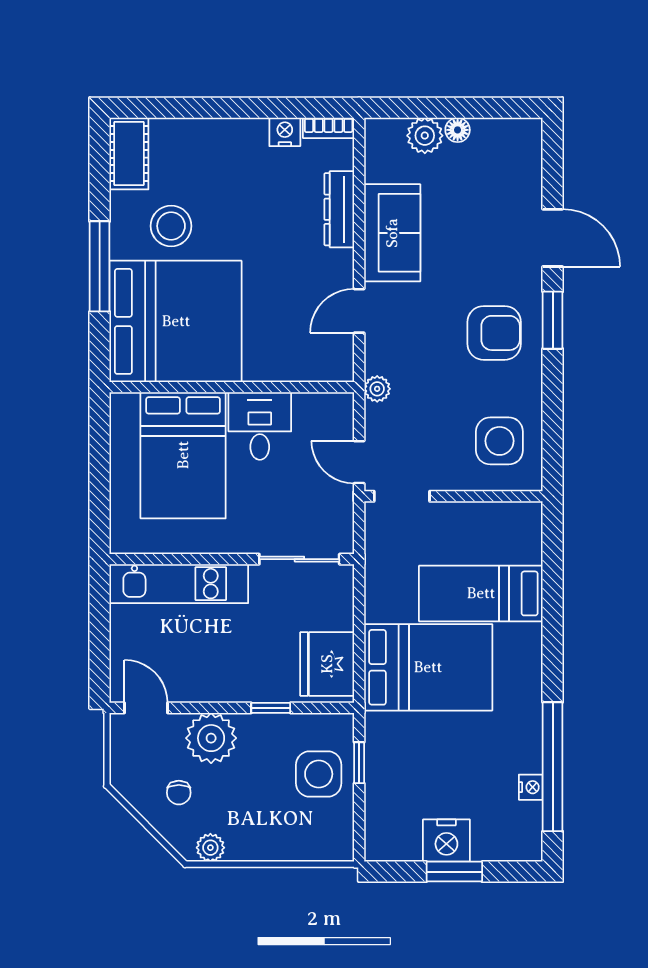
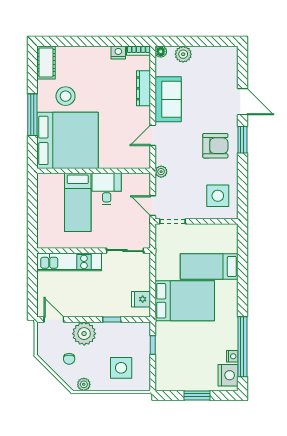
floor lamp: (458, 130) -> (161, 52), moved
bed: (183, 455) -> (78, 202), width x0.67
fridge: (327, 664) -> (141, 299), width x0.53, depth x0.75
side table: (319, 774) -> (121, 368), moved
nightstand: (446, 841) -> (228, 375), moved, turned -90

